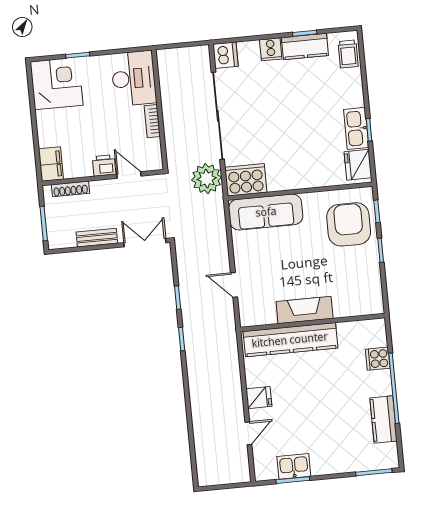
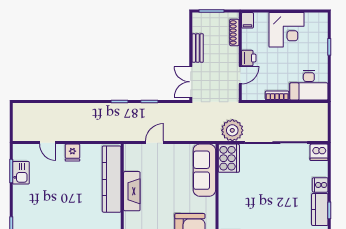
corner desk: (57, 83) -> (287, 30), moved
filing cabinet: (51, 164) -> (247, 20), width x0.50
double door: (145, 243) -> (191, 82), swing flipped

